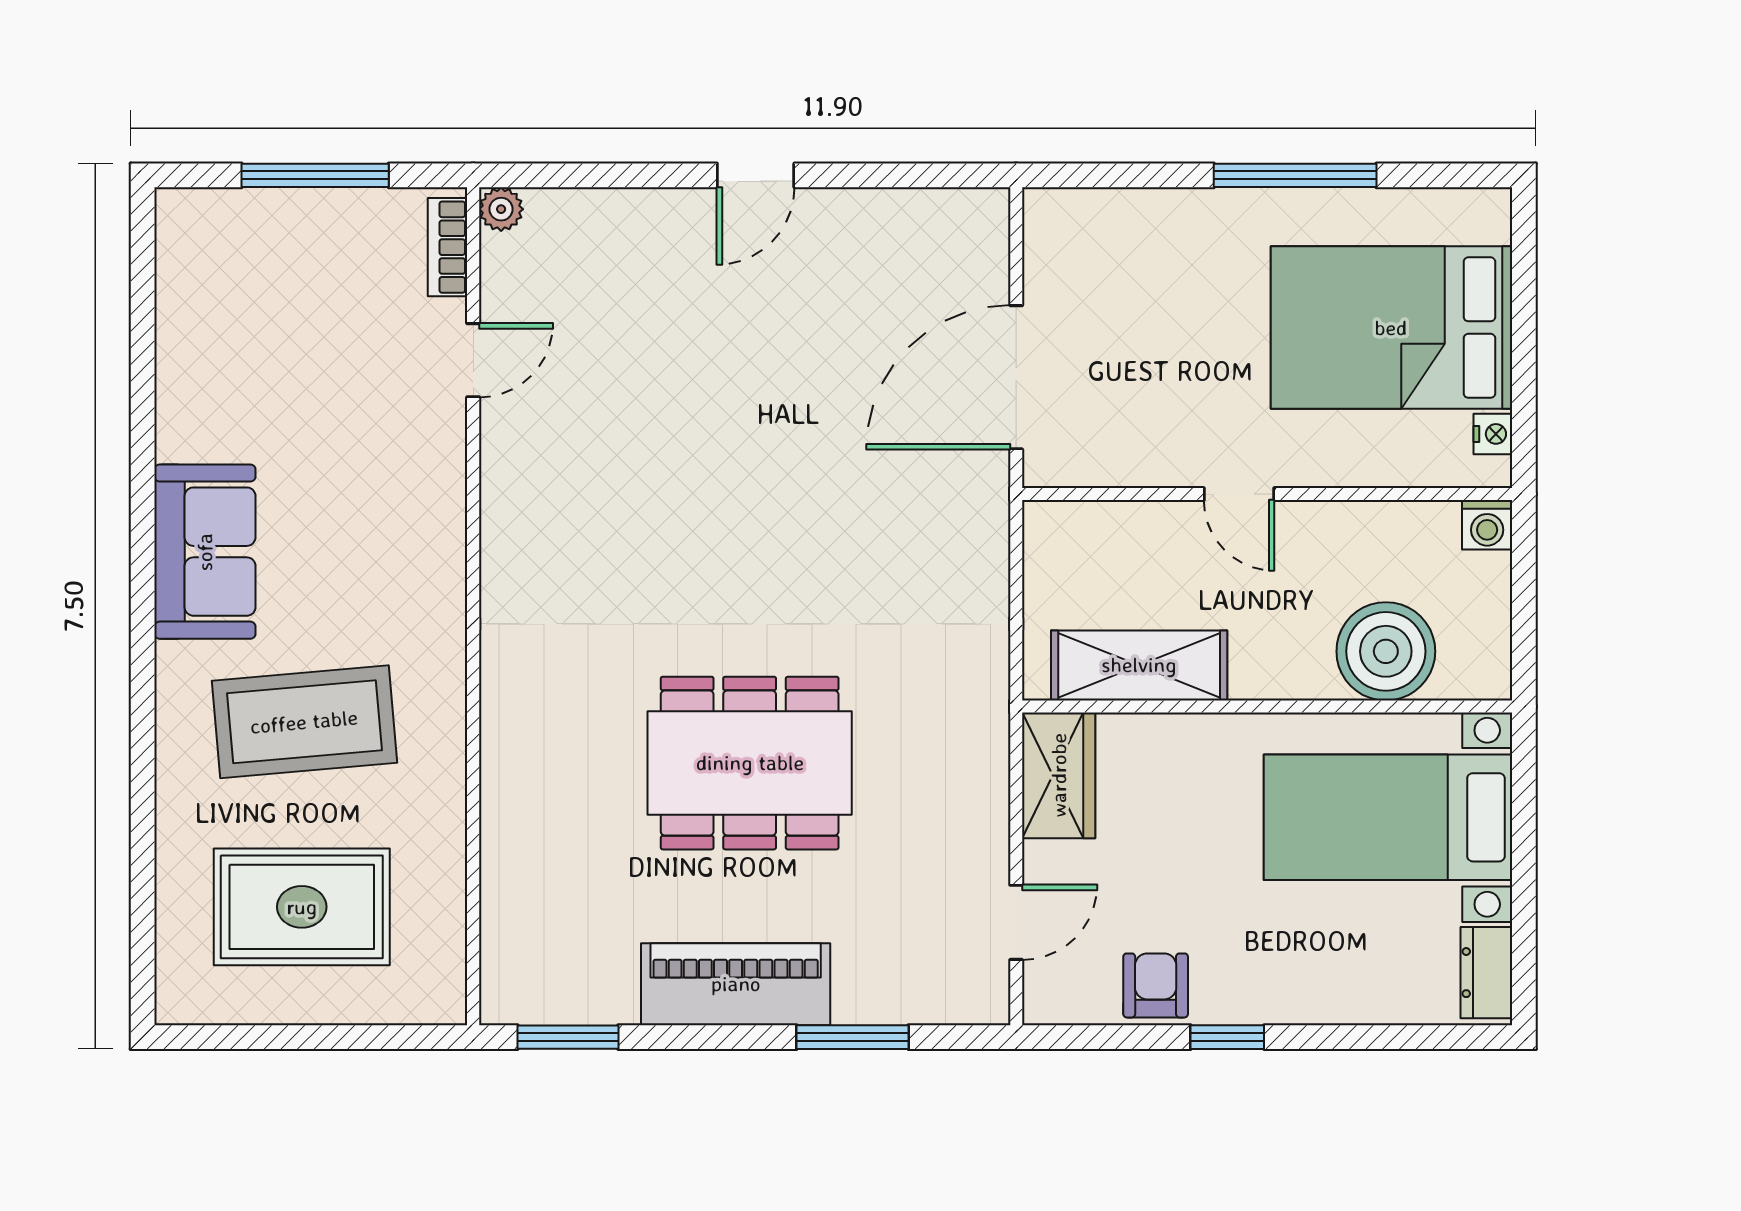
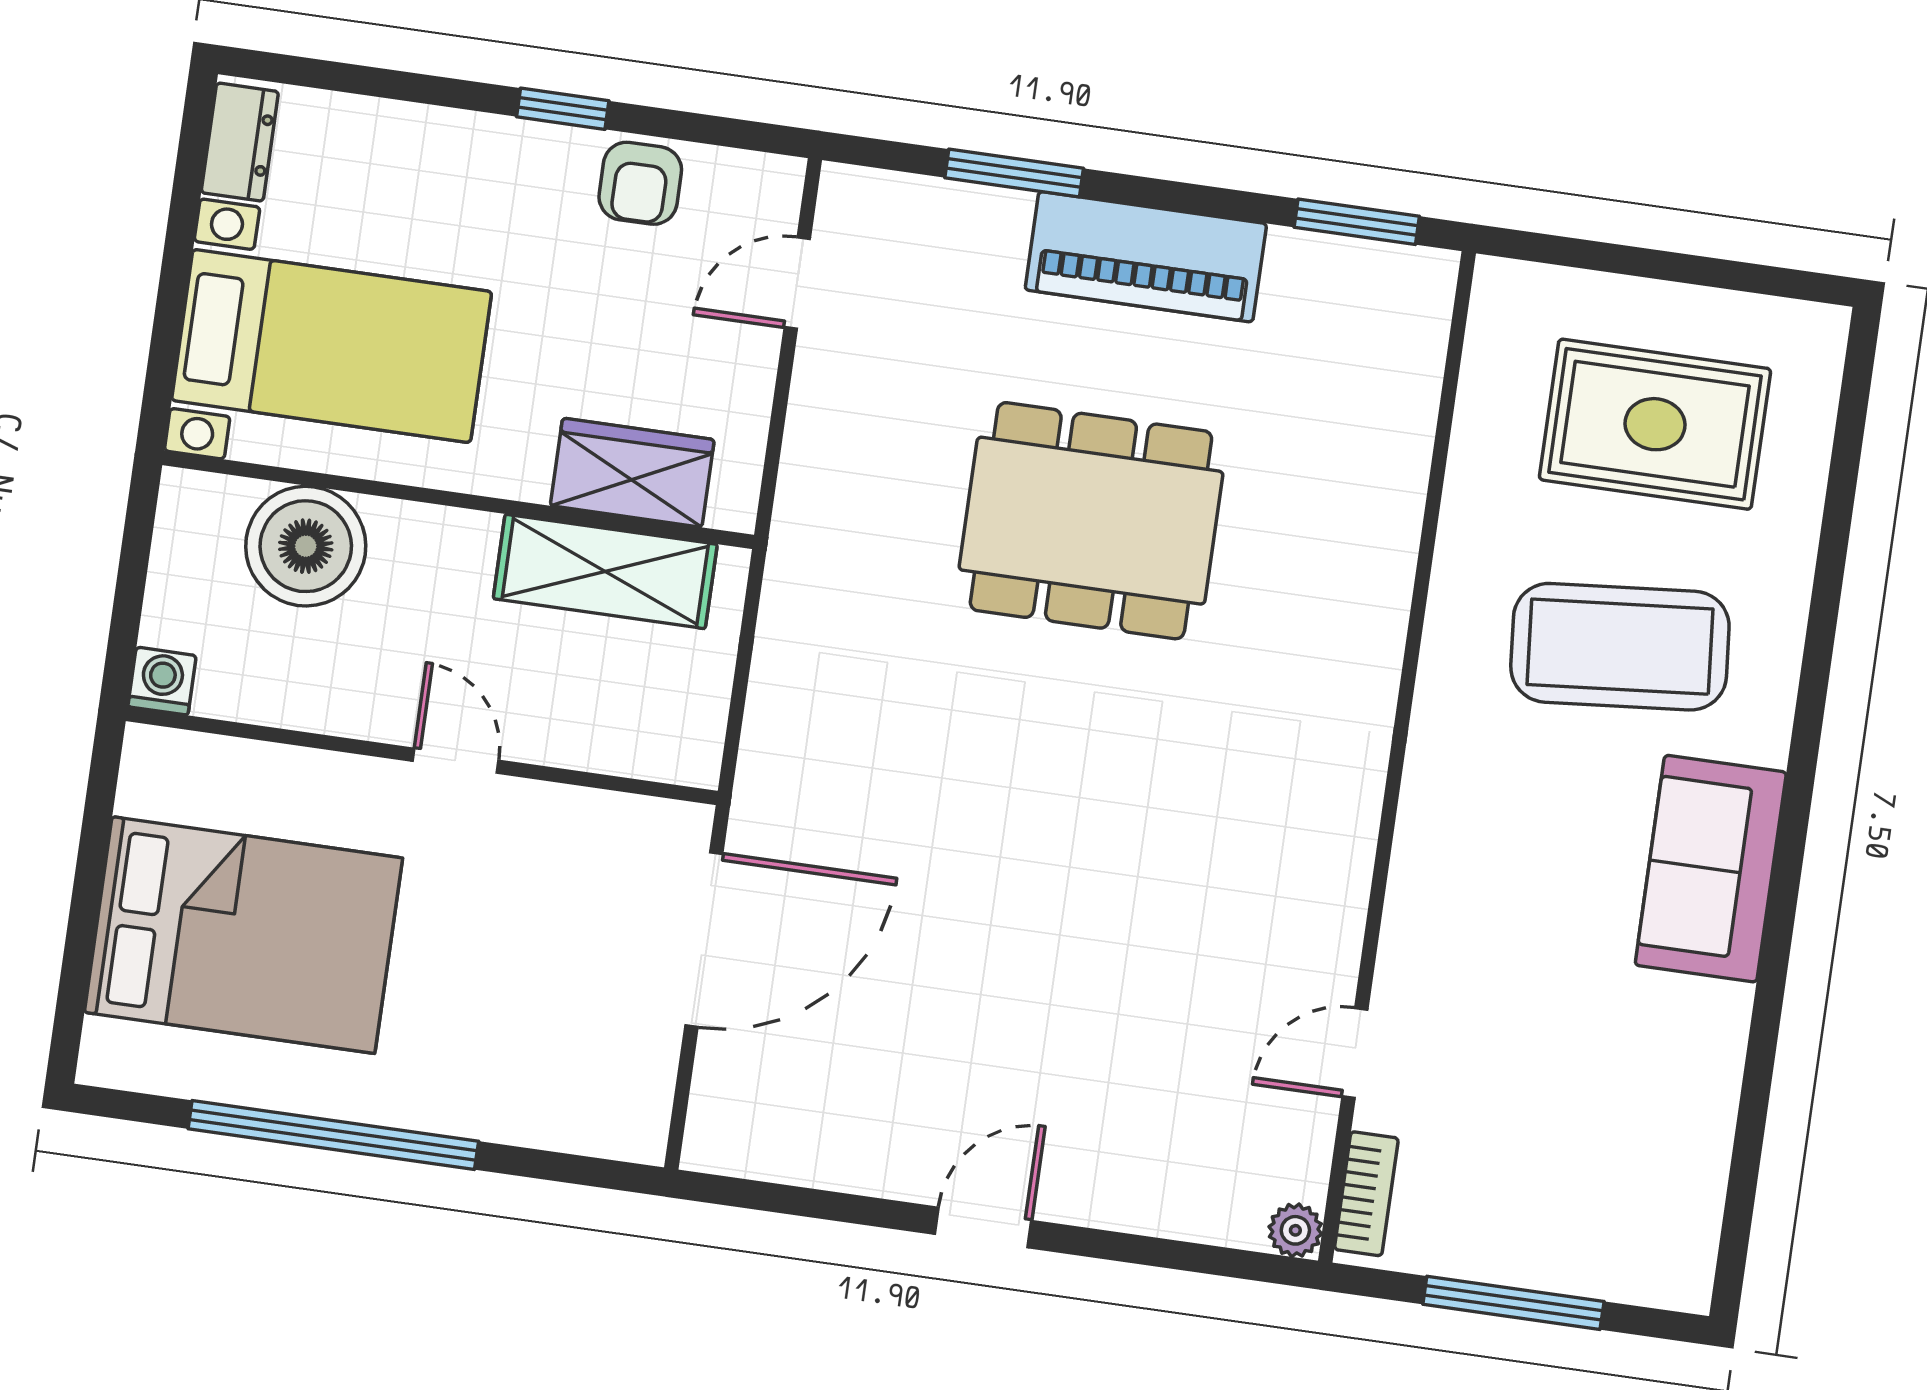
window: (1295, 175) -> (333, 1135), width x1.46
nightstand: (1493, 434) -> (140, 790), removed
wardrobe: (1059, 775) -> (632, 473), moved, turned 90

